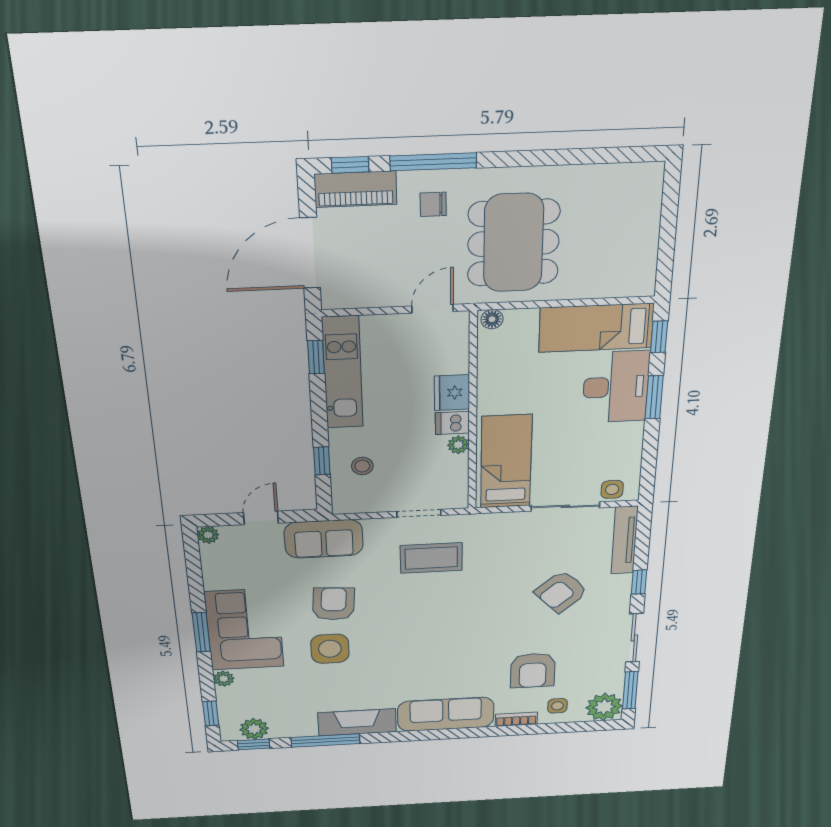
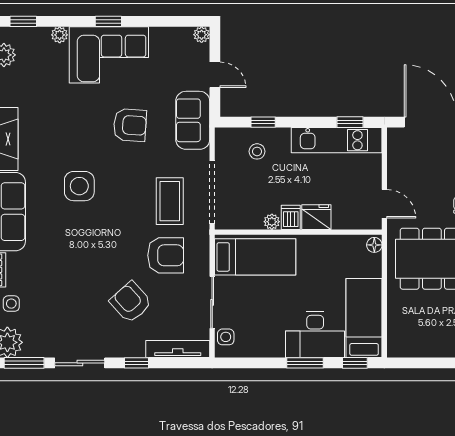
doorway: (419, 513) -> (212, 192), width x1.88
window: (201, 632) -> (108, 21), width x0.67
side table: (330, 649) -> (79, 186), moved
armchair: (533, 670) -> (166, 255), moved, turned 180

